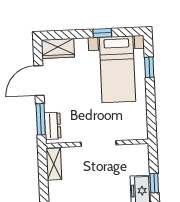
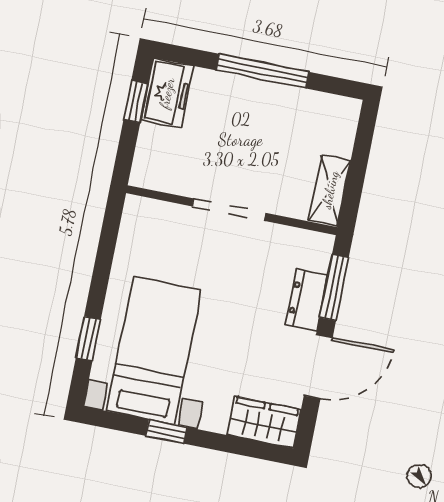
dresser: (53, 126) -> (307, 300), moved

